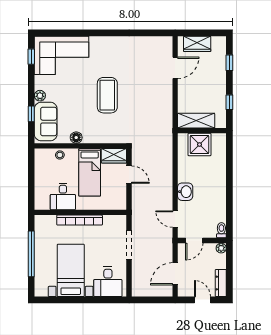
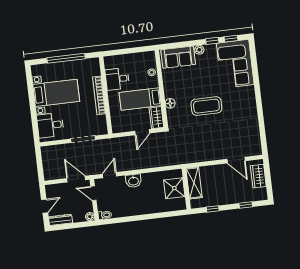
window: (31, 114) -> (212, 41), moved
floor lamp: (76, 138) -> (170, 103), moved
door: (175, 274) -> (76, 179), moved

